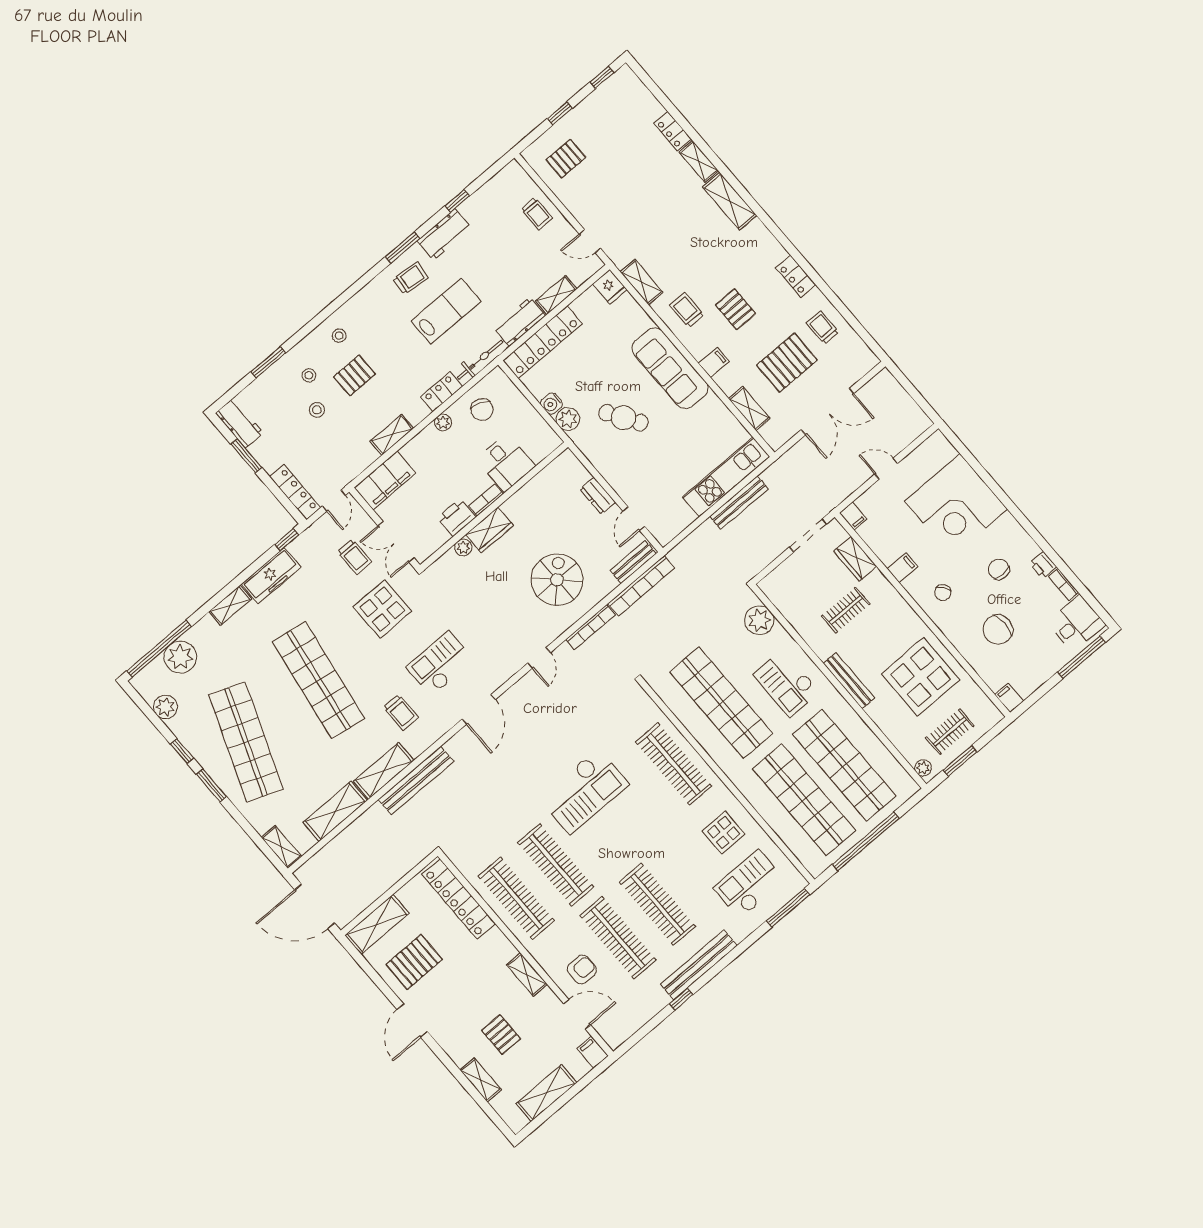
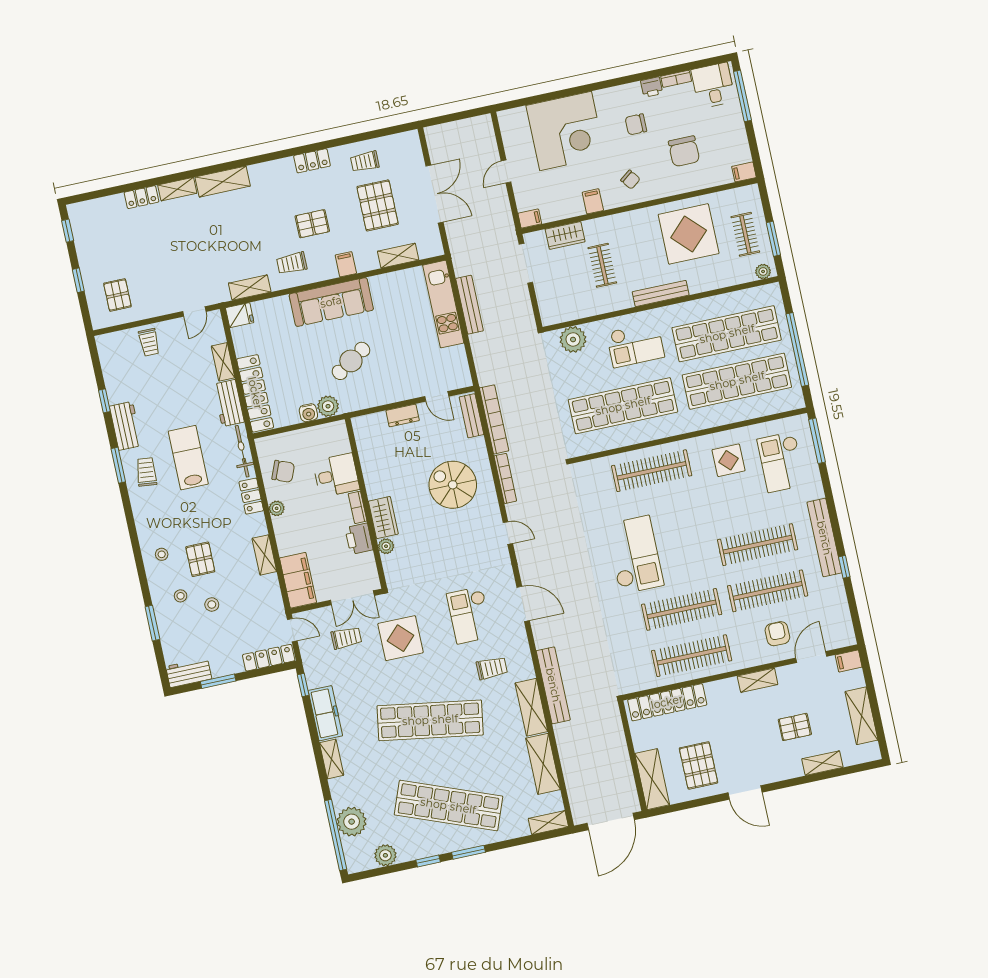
trolley: (537, 214) -> (149, 342), turned 90

